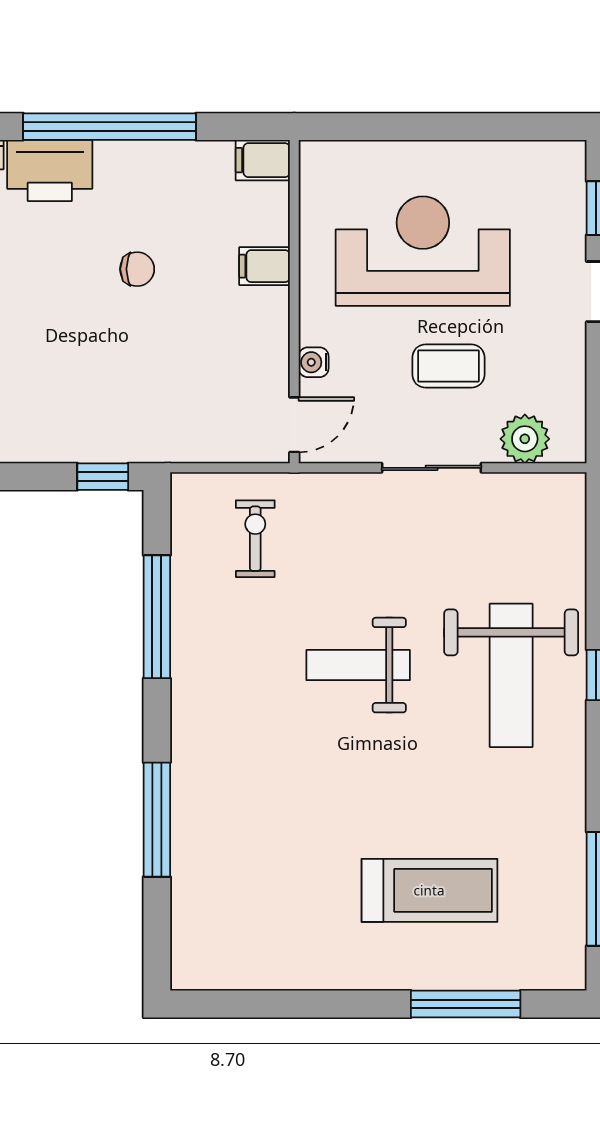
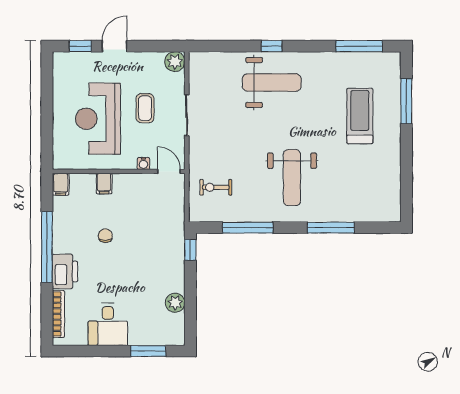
plant: (525, 439) -> (175, 62), moved
weight bench: (358, 665) -> (292, 178), moved, width x1.36, depth x1.33

